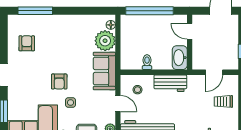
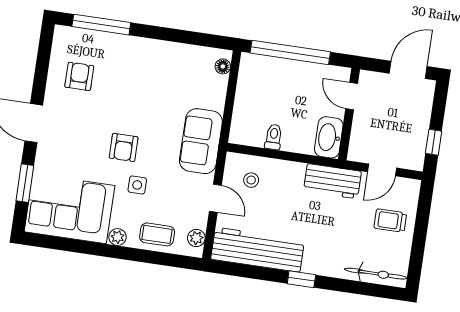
plant: (105, 41) -> (209, 91), removed
workbench: (170, 83) -> (332, 181), moved

